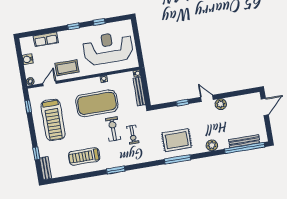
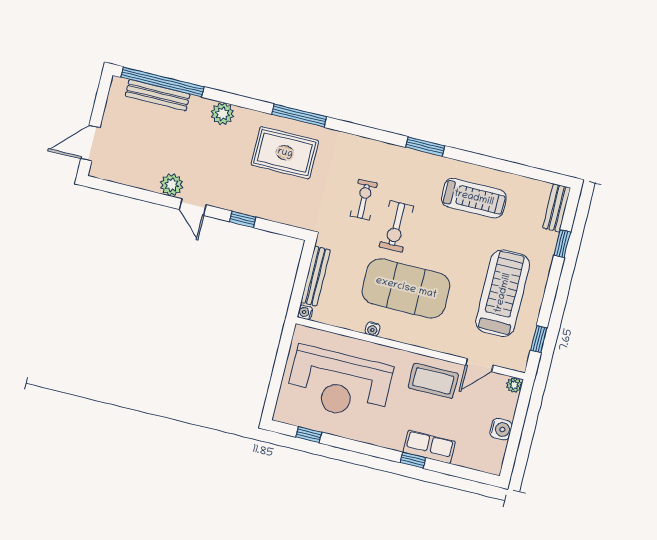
window: (99, 22) -> (309, 435), moved
window: (74, 26) -> (413, 460), moved
row of seats: (46, 39) -> (429, 447), moved

